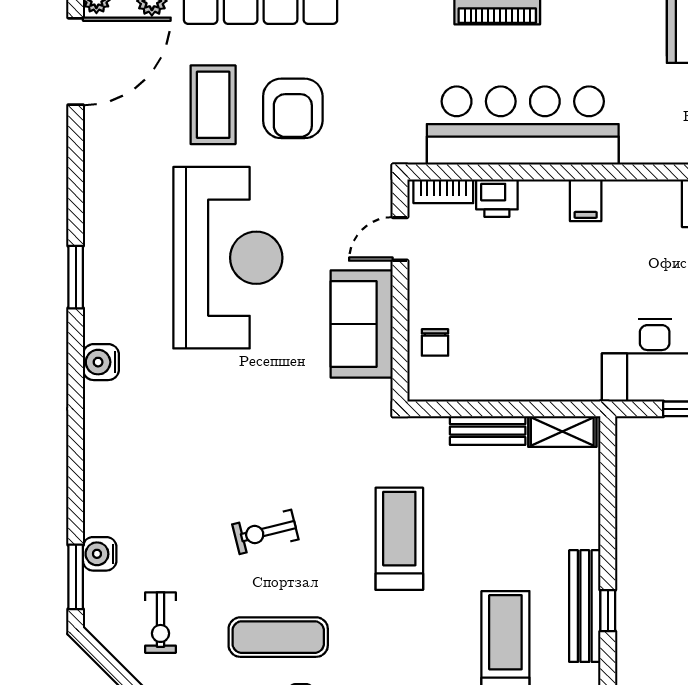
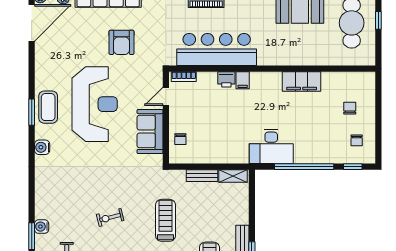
coffee table: (213, 105) -> (48, 107), moved
printer: (497, 198) -> (226, 79), moved

